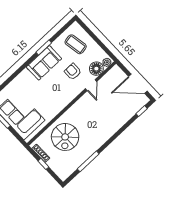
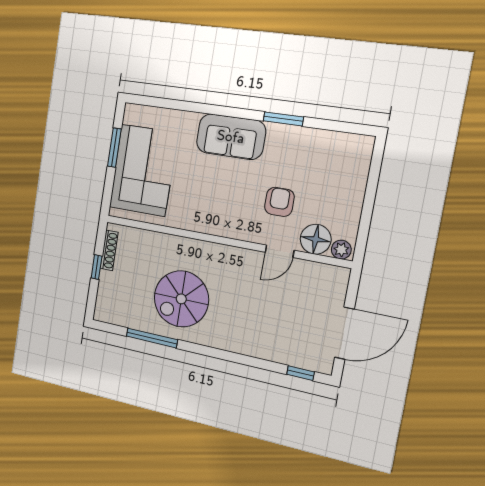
coffee table: (76, 44) -> (332, 170), removed
sofa: (44, 63) -> (231, 137), moved
door: (138, 84) -> (344, 333), swing flipped
spiral stairs: (65, 137) -> (181, 299), moved

